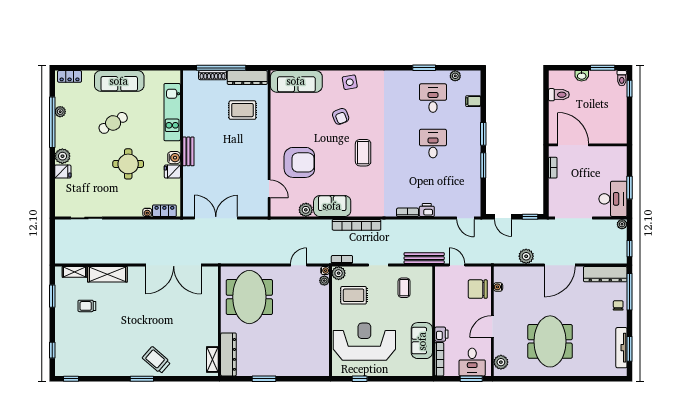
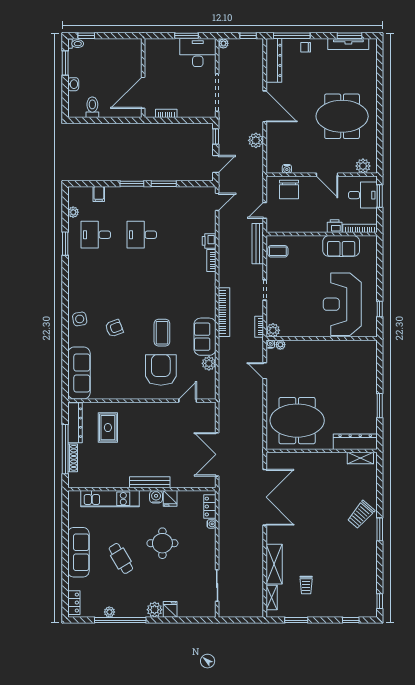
bench: (188, 151) -> (150, 482), width x1.36
coffee table: (363, 153) -> (162, 333), moved, turned 90
coffee table: (404, 288) -> (278, 251), moved
rug: (354, 295) -> (295, 315), removed

